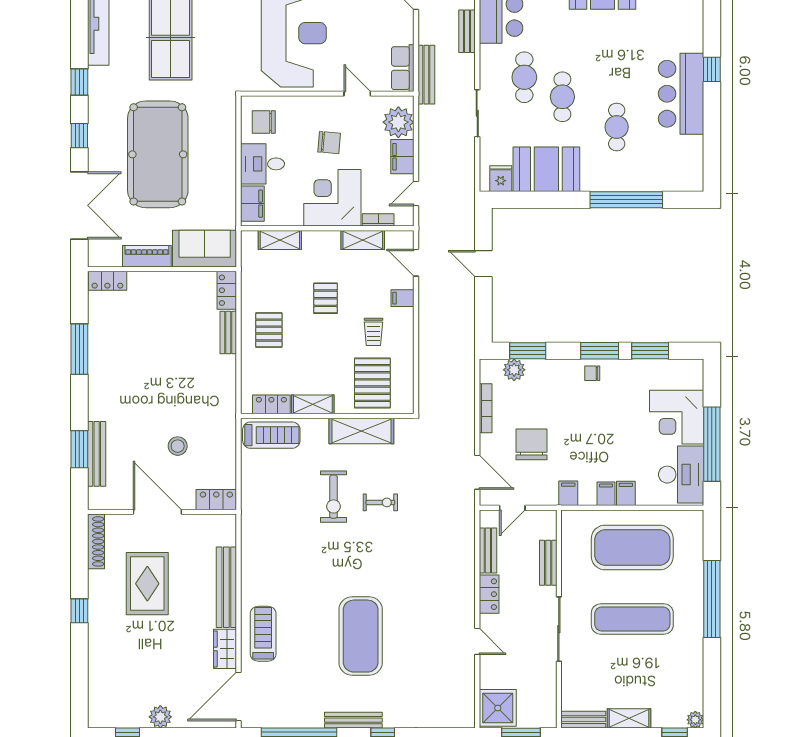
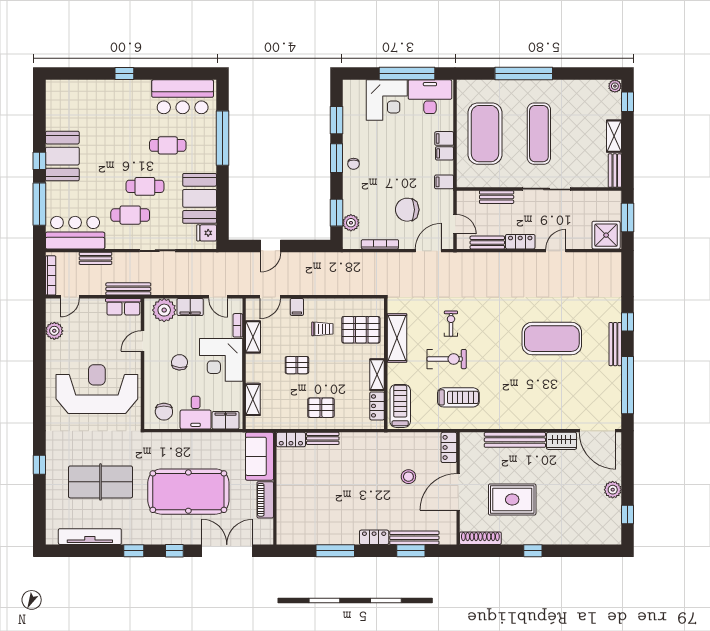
bar counter: (681, 94) -> (183, 97), moved
locker: (107, 281) -> (374, 537), moved, turned -90
treadmill: (263, 634) -> (458, 397), moved, turned 180

